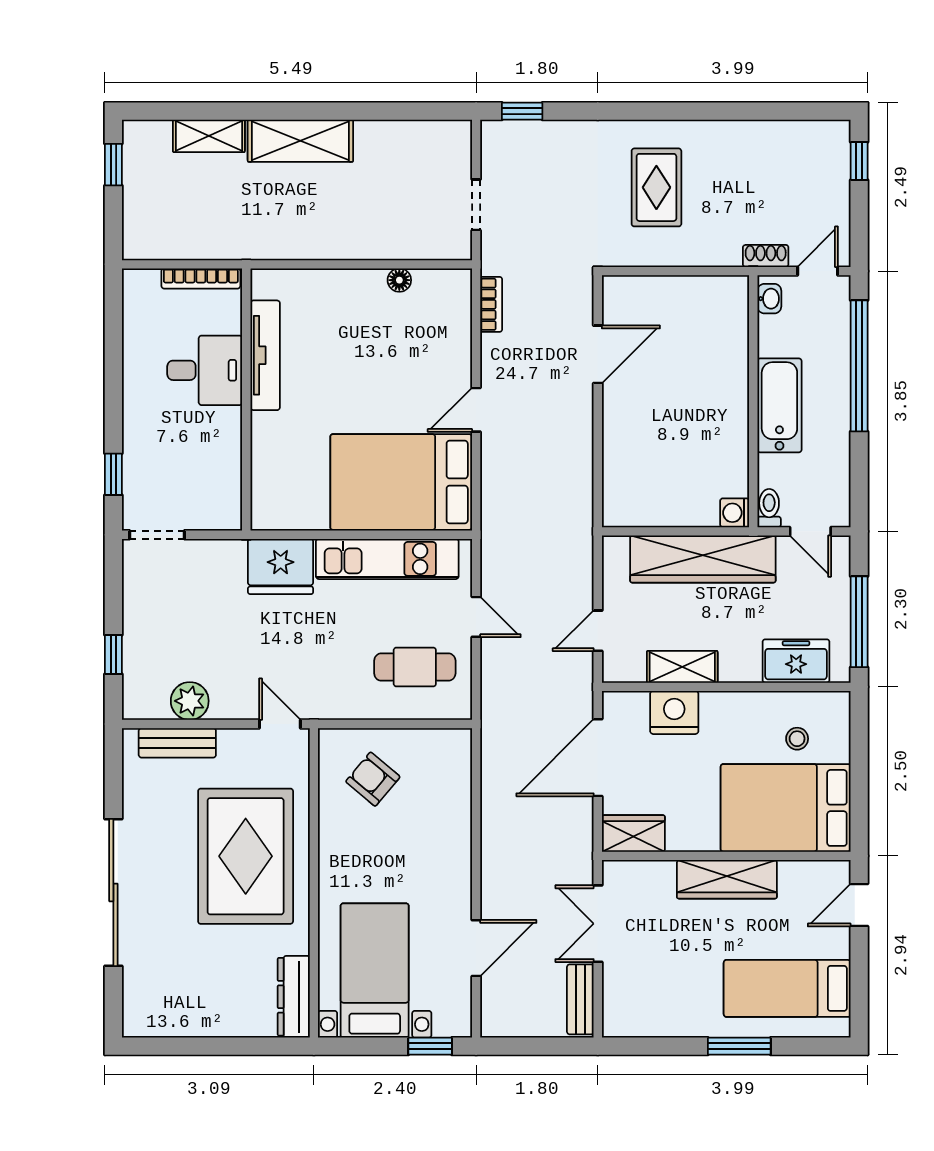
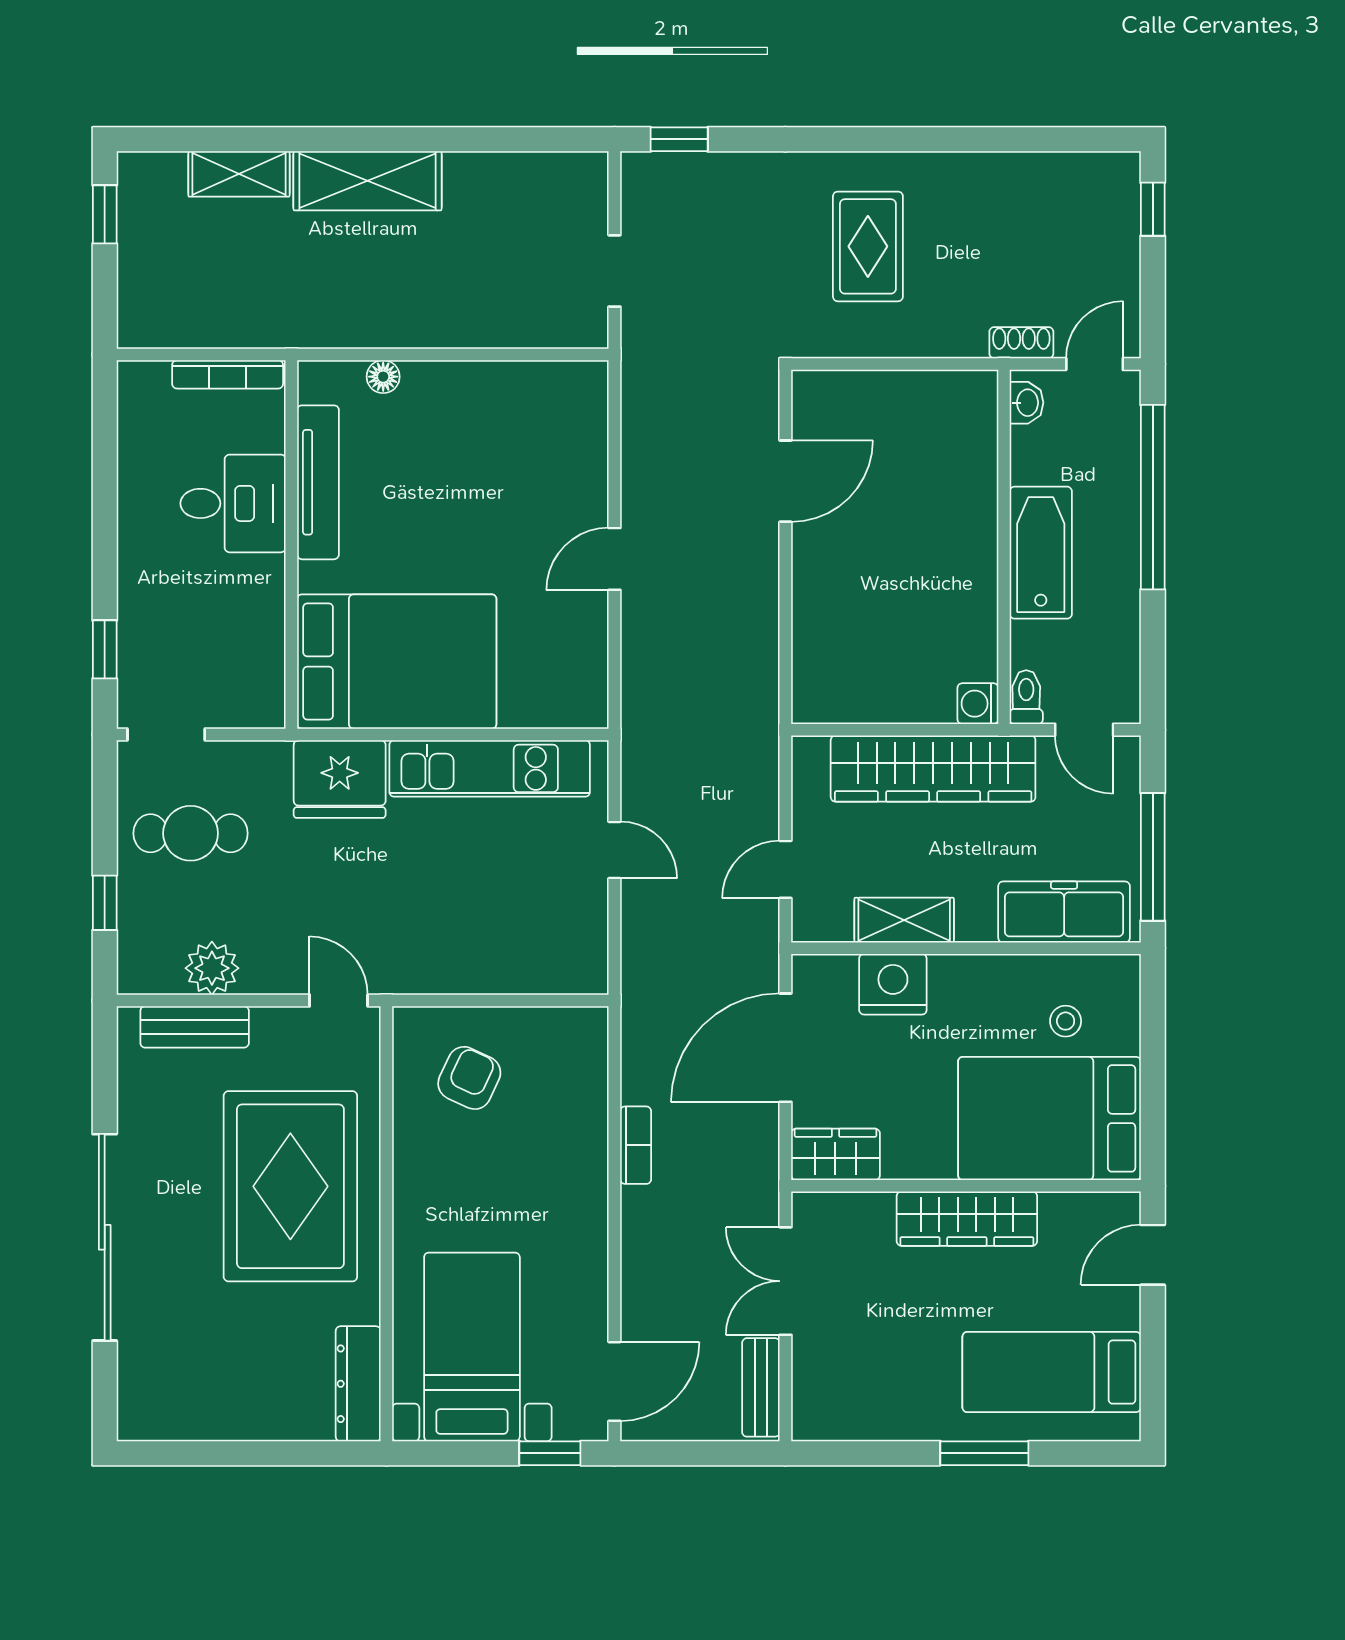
floor lamp: (399, 280) -> (383, 377), moved
bookcase: (491, 304) -> (636, 1145), moved
bed: (401, 482) -> (397, 662), moved, turned 180
freezer: (796, 661) -> (1064, 912), width x1.40
cafe table: (415, 667) -> (191, 833), moved
armchair: (373, 779) -> (469, 1078), turned 75
door: (476, 948) -> (614, 1381), moved

